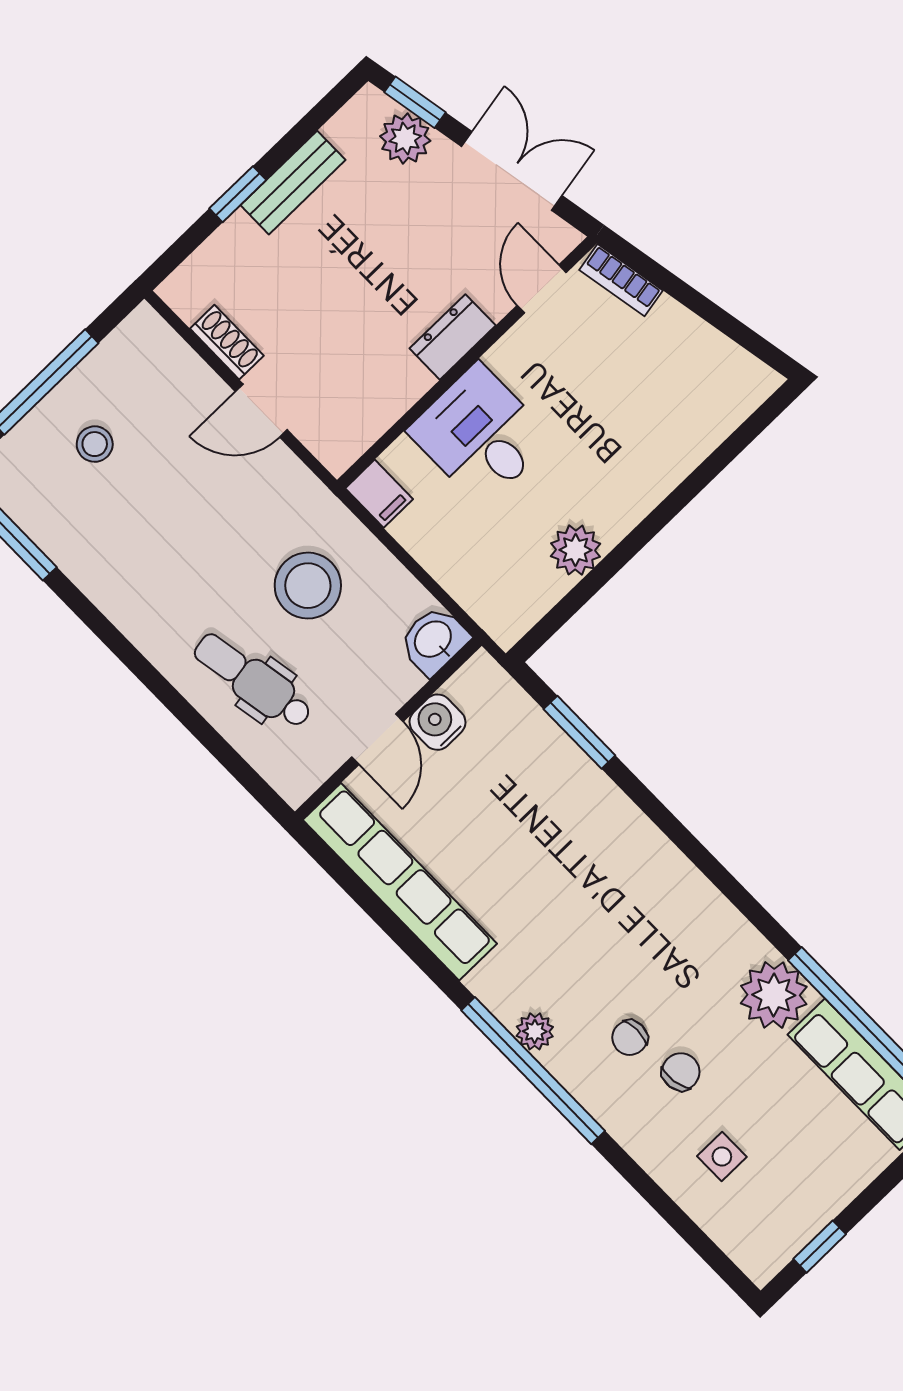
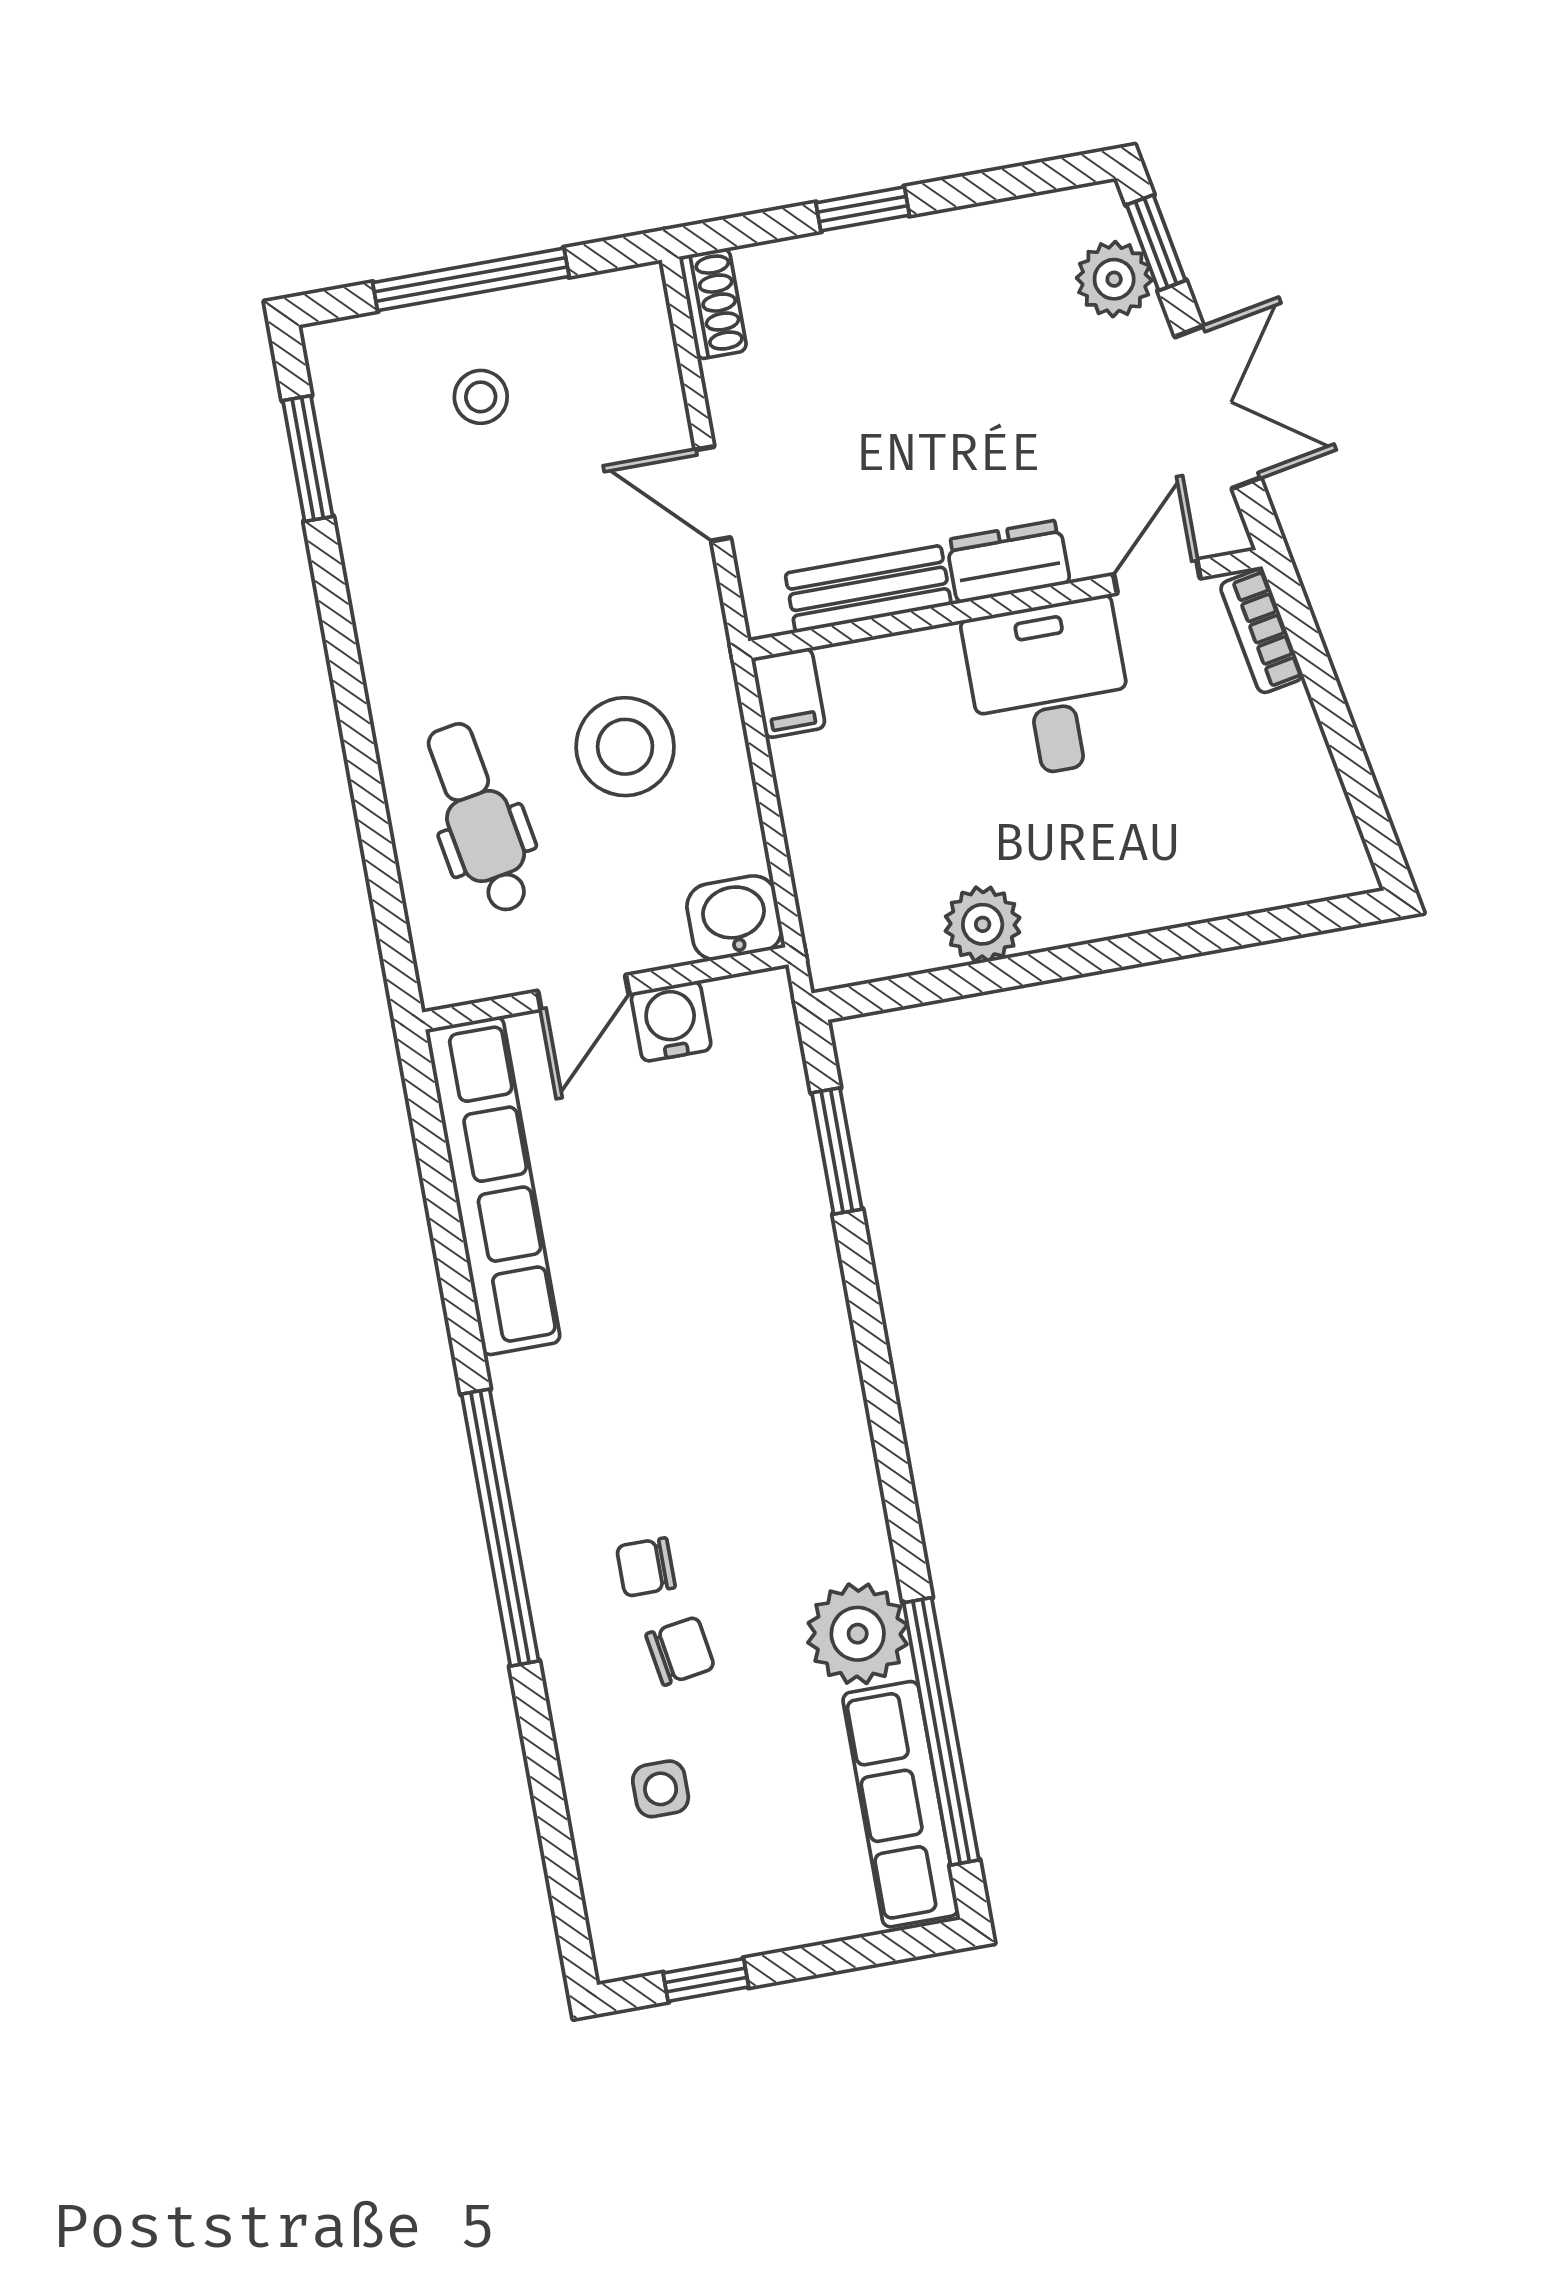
bench: (293, 183) -> (868, 589), moved
shoe rack: (227, 342) -> (713, 304), moved
desk: (480, 435) -> (1049, 688), moved
plant: (535, 1031) -> (535, 1481), removed

